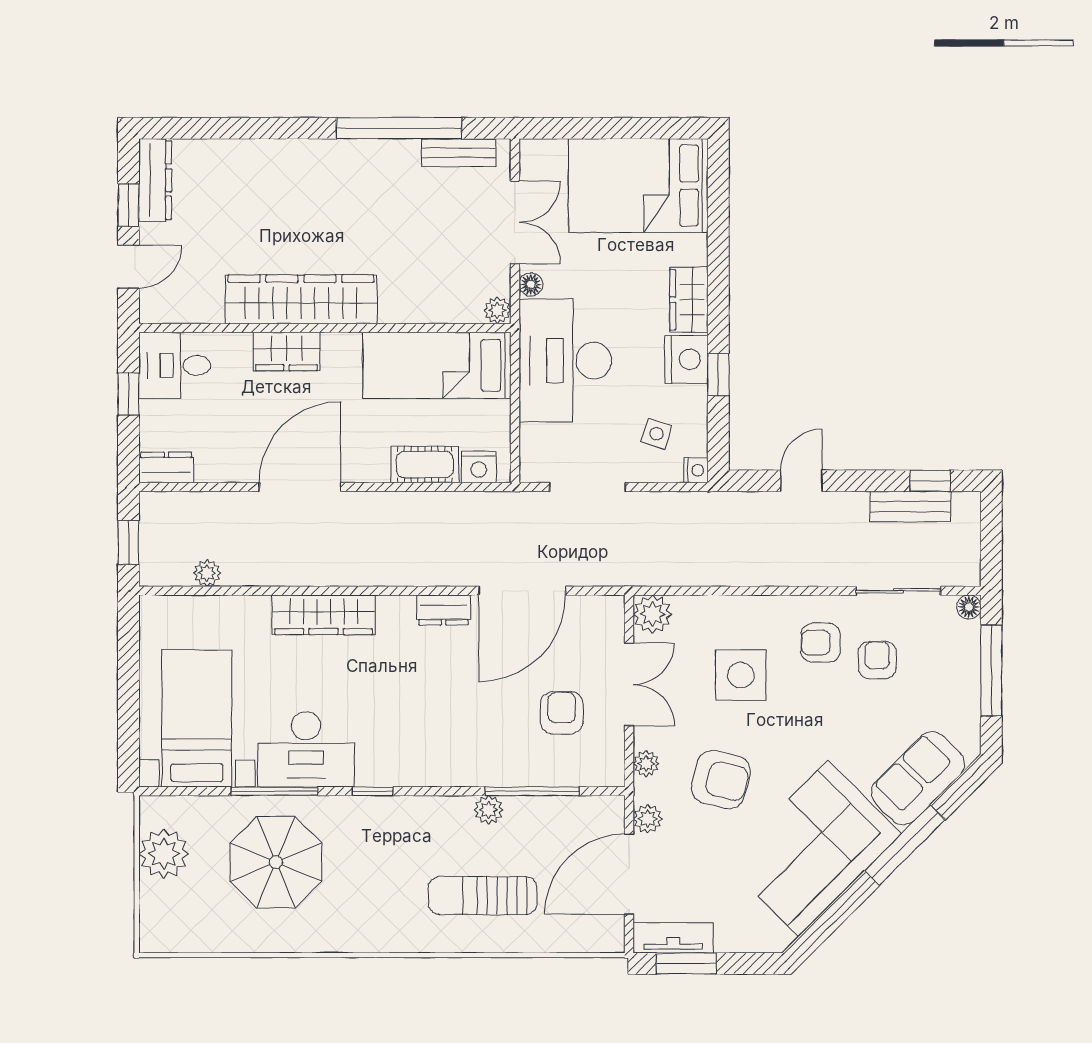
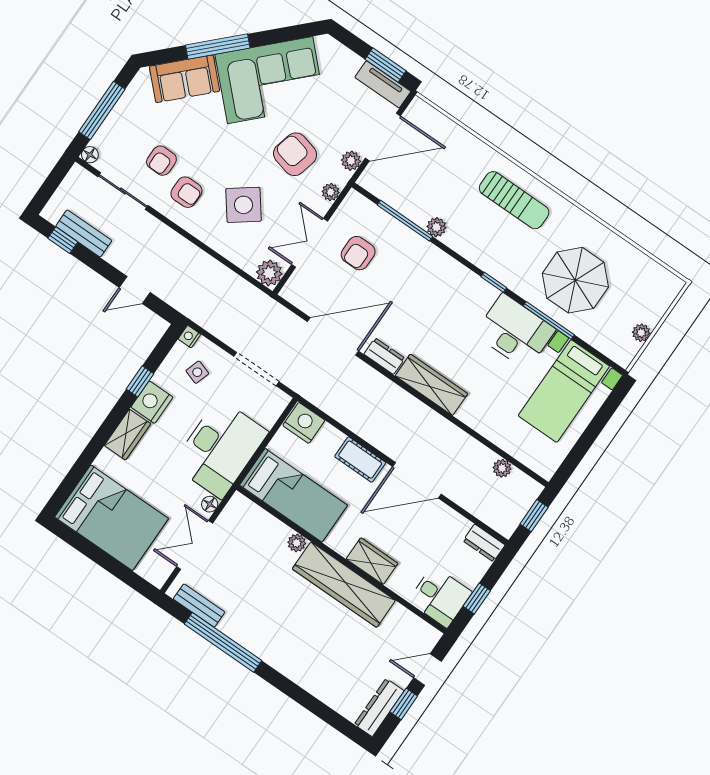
plant: (497, 310) -> (297, 543), moved
cot: (425, 465) -> (360, 460), moved
nightstand: (479, 467) -> (304, 423), width x1.36, depth x1.33
wardrobe: (324, 615) -> (431, 385), moved
side table: (741, 675) -> (243, 205), turned -37
plant: (164, 854) -> (641, 333), width x0.53, depth x0.53
sun lounger: (483, 896) -> (514, 200), moved

